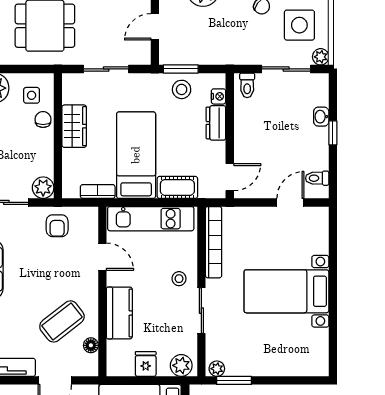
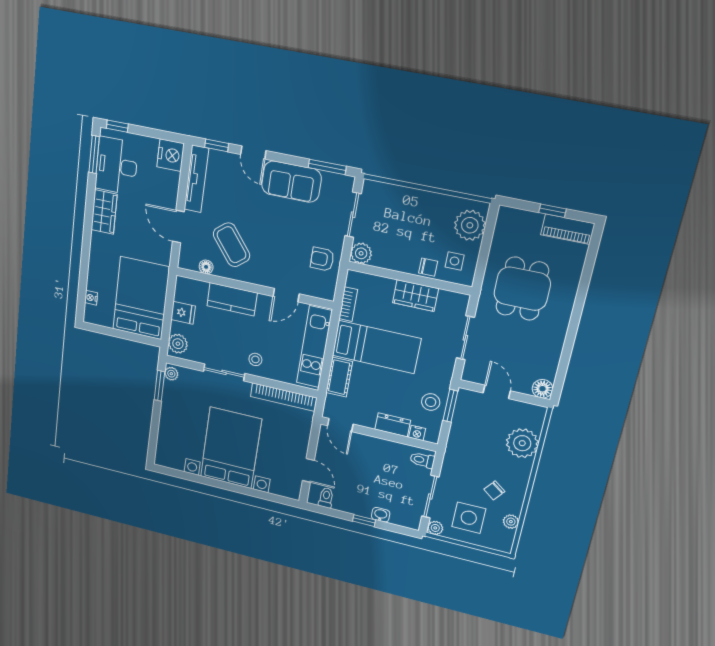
bed with nightstands: (286, 291) -> (231, 448), width x1.36

